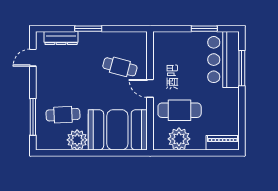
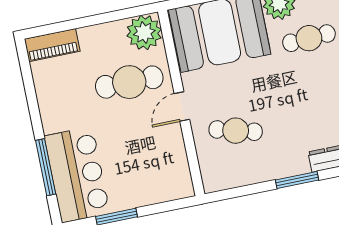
door: (150, 88) -> (182, 107), swing flipped
plant: (179, 139) -> (144, 33), moved

